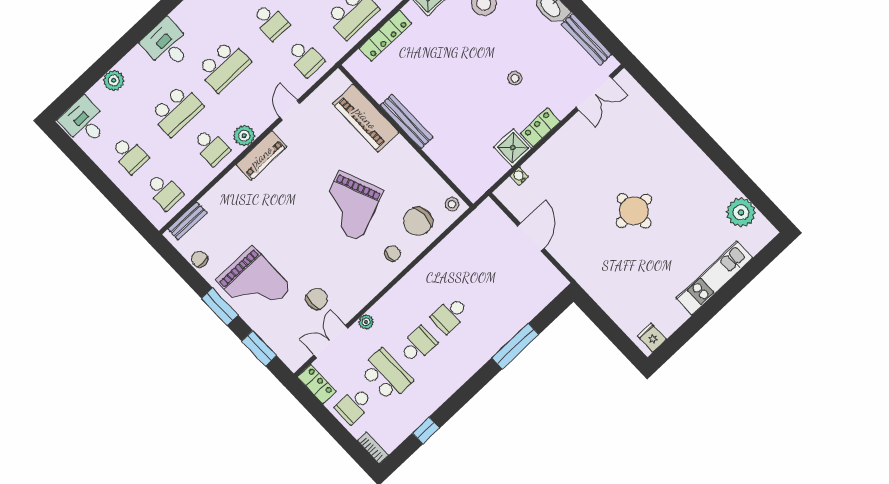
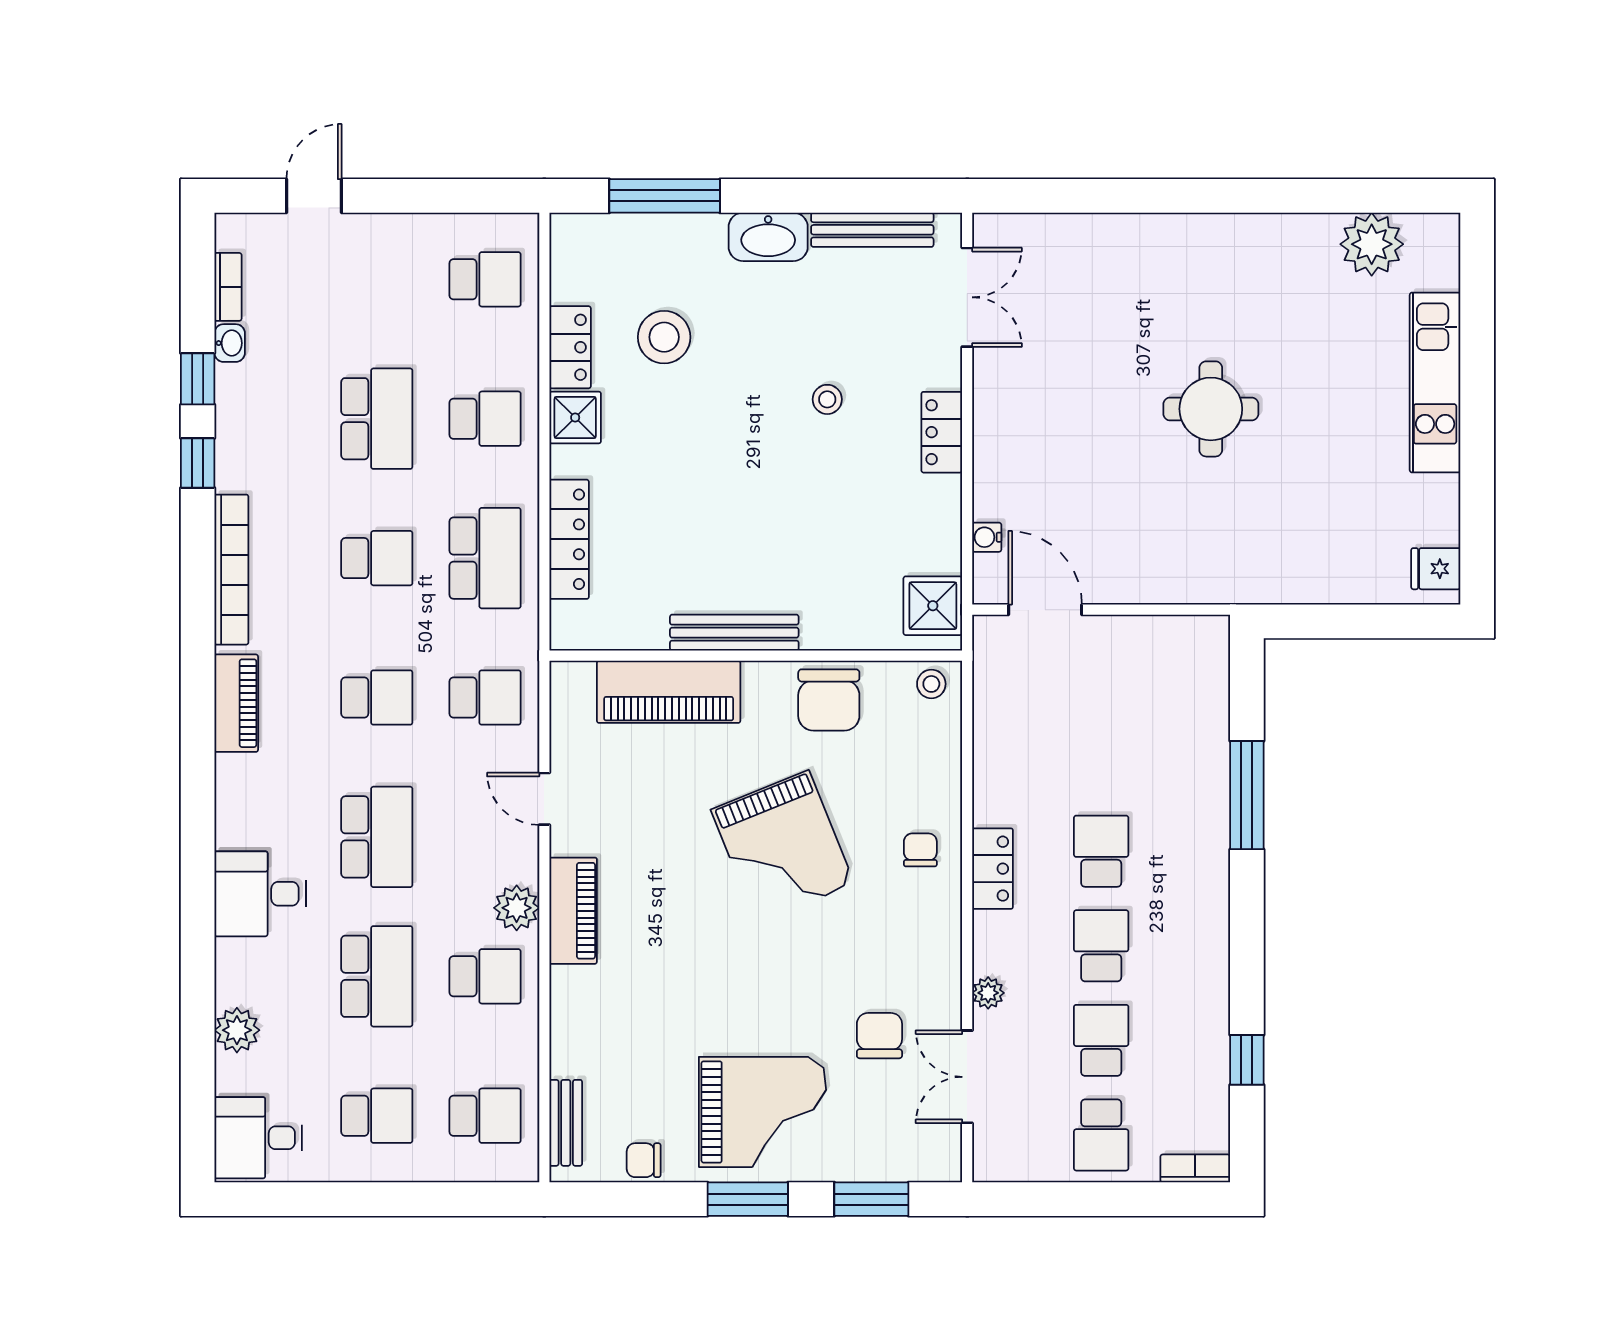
shower: (513, 148) -> (933, 606), moved
chair: (418, 221) -> (829, 700), moved
door: (531, 237) -> (1045, 610), moved
school desk: (450, 315) -> (1101, 851), turned 180
school desk: (386, 375) -> (1101, 1040), width x0.54
locker: (317, 384) -> (993, 869), moved, turned 90

